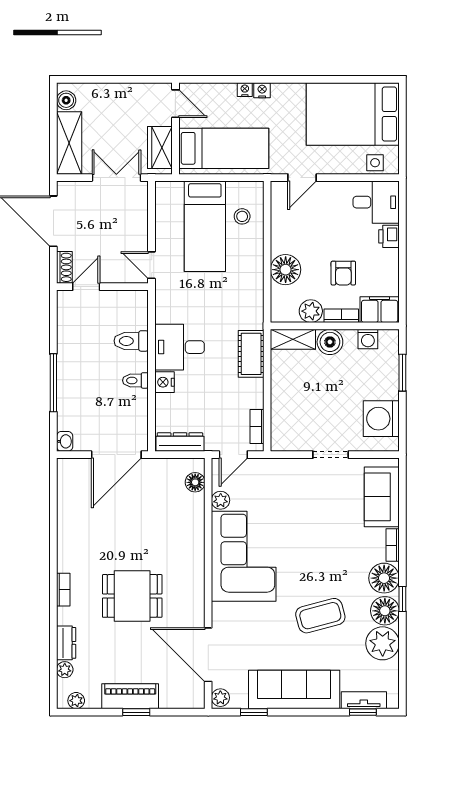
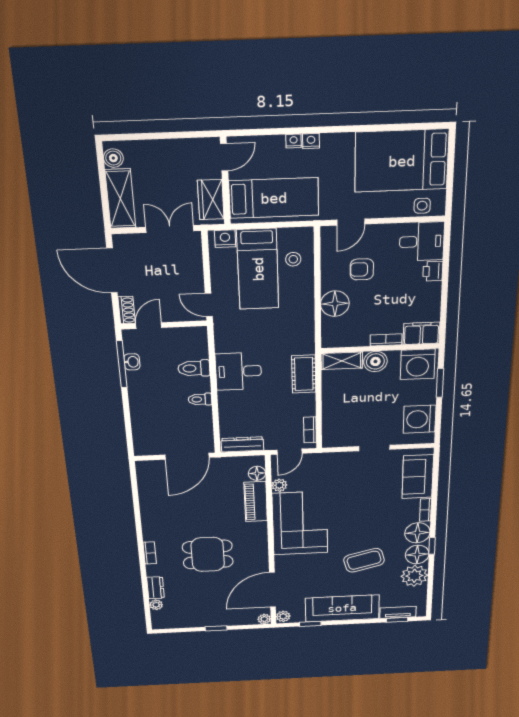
door: (175, 104) -> (224, 157), hinge flipped
armchair: (343, 273) -> (362, 269), moved, turned 90
plant: (311, 311) -> (358, 337), removed
washing machine: (368, 339) -> (418, 364), width x1.89, depth x1.89
nightstand: (164, 382) -> (225, 239), moved, turned 90
window: (53, 383) -> (122, 364), moved
washbasin: (65, 441) -> (132, 362), moved
door: (208, 655) -> (272, 590), hinge flipped
piano: (130, 696) -> (256, 502), moved, turned -90
plant: (76, 701) -> (264, 619), moved

